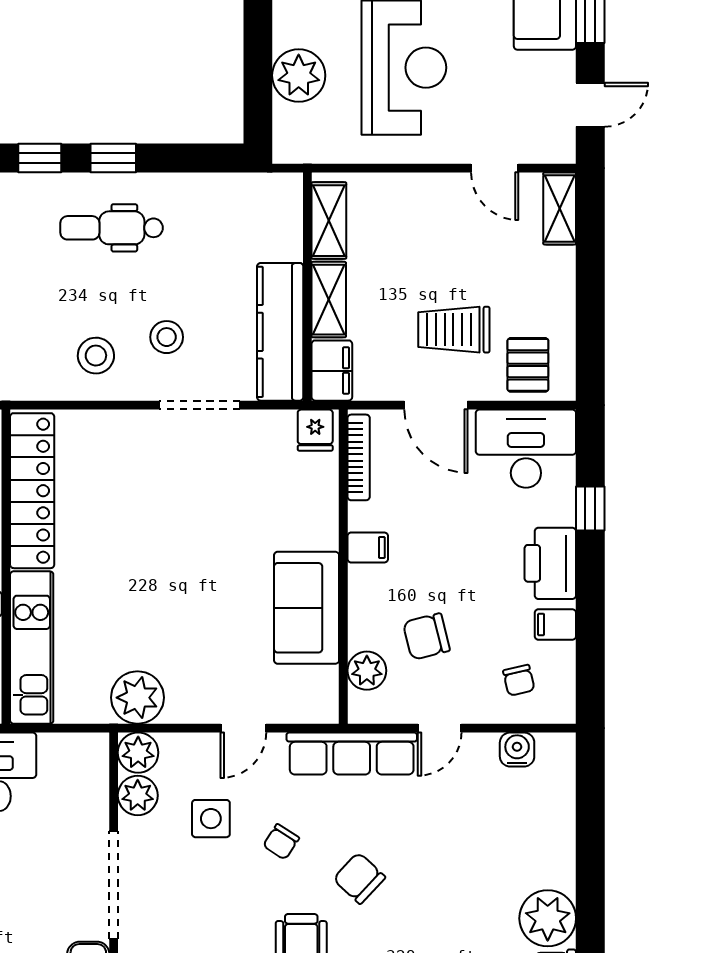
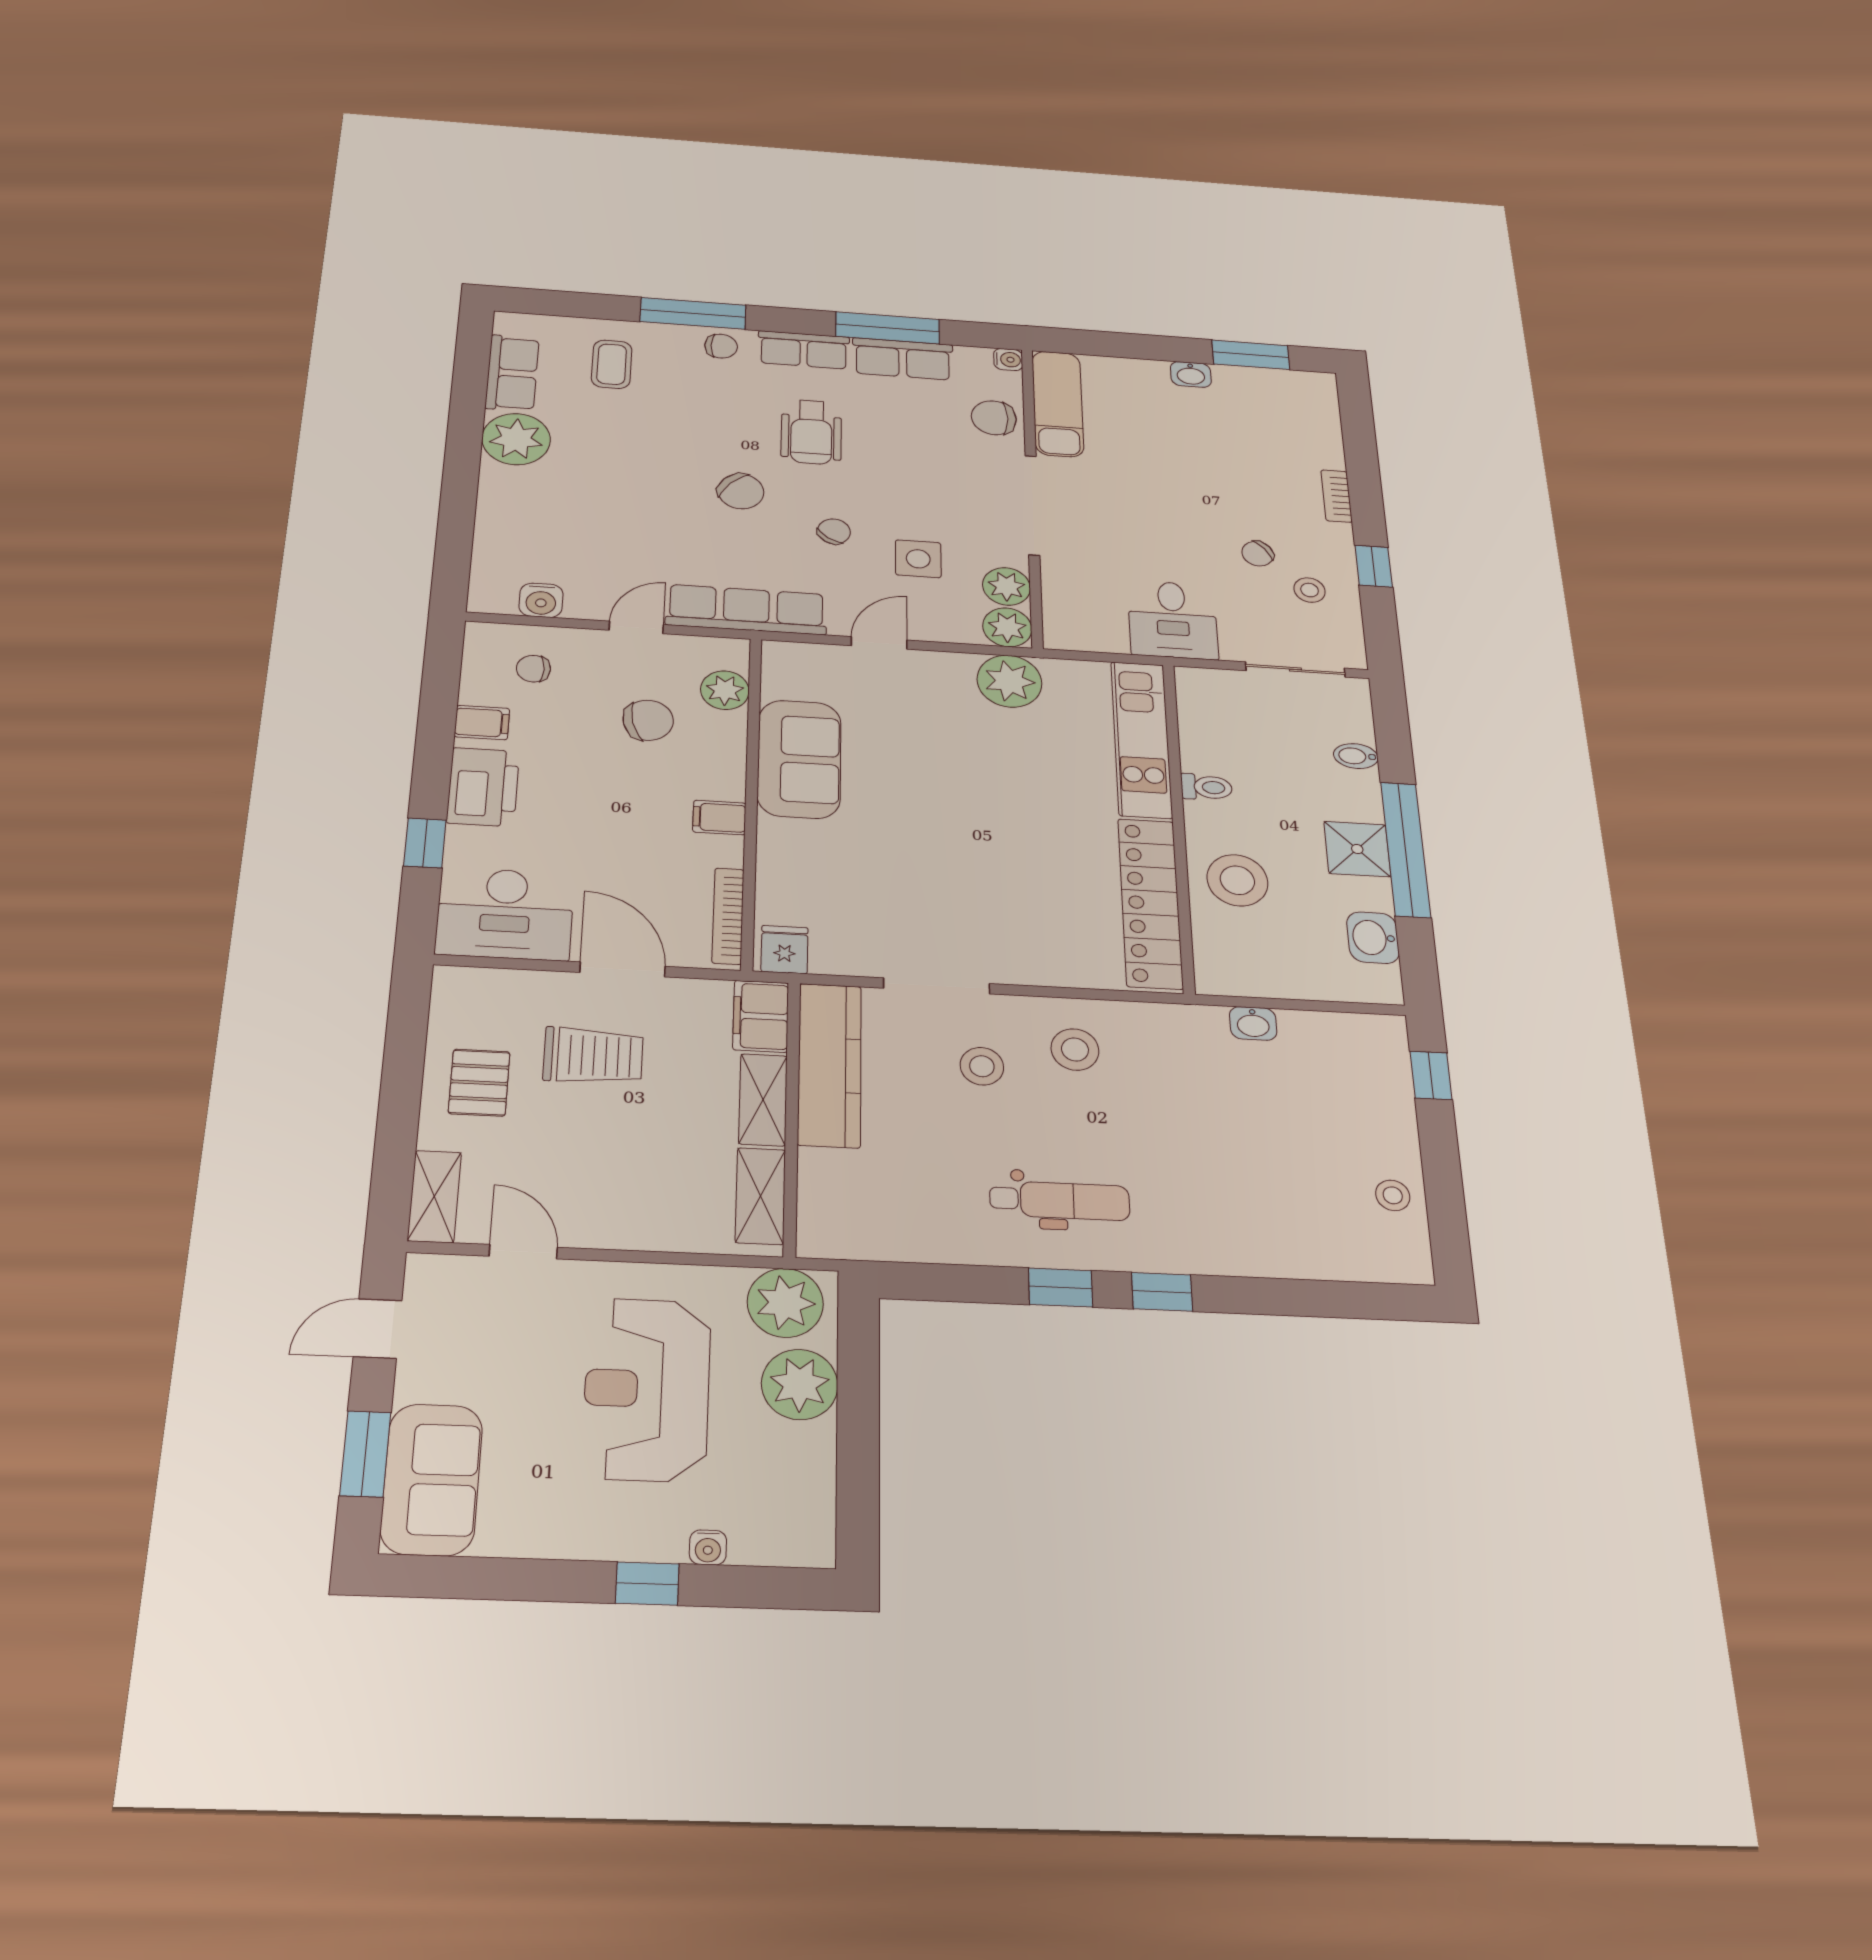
plant: (310, 137) -> (785, 1303), added
pallet: (528, 365) -> (479, 1083), moved
chair: (519, 680) -> (533, 669), turned -77

